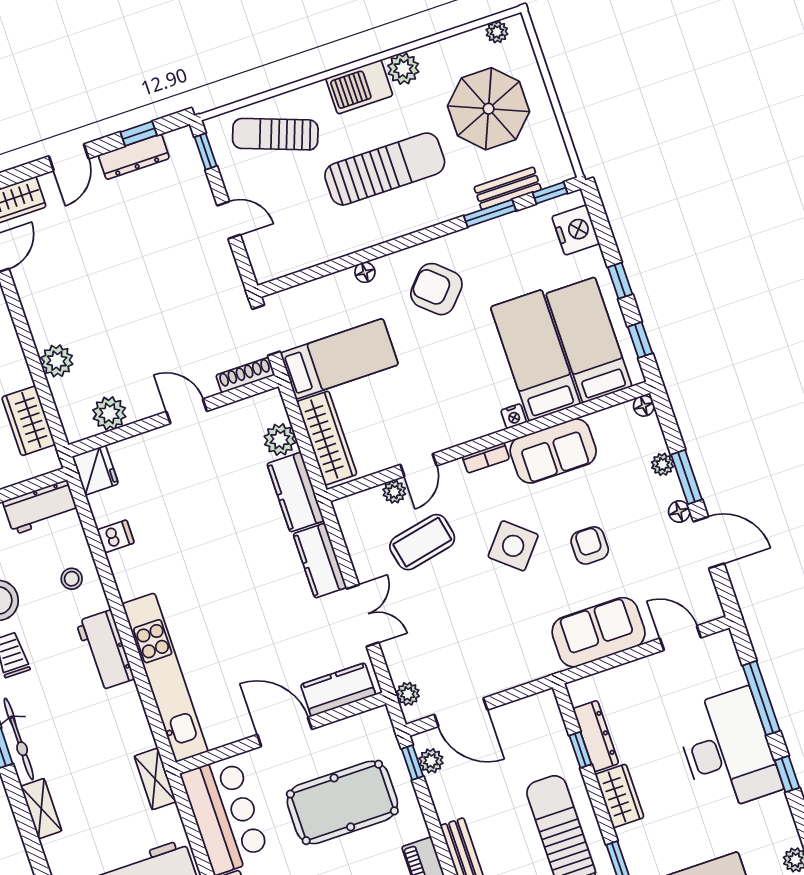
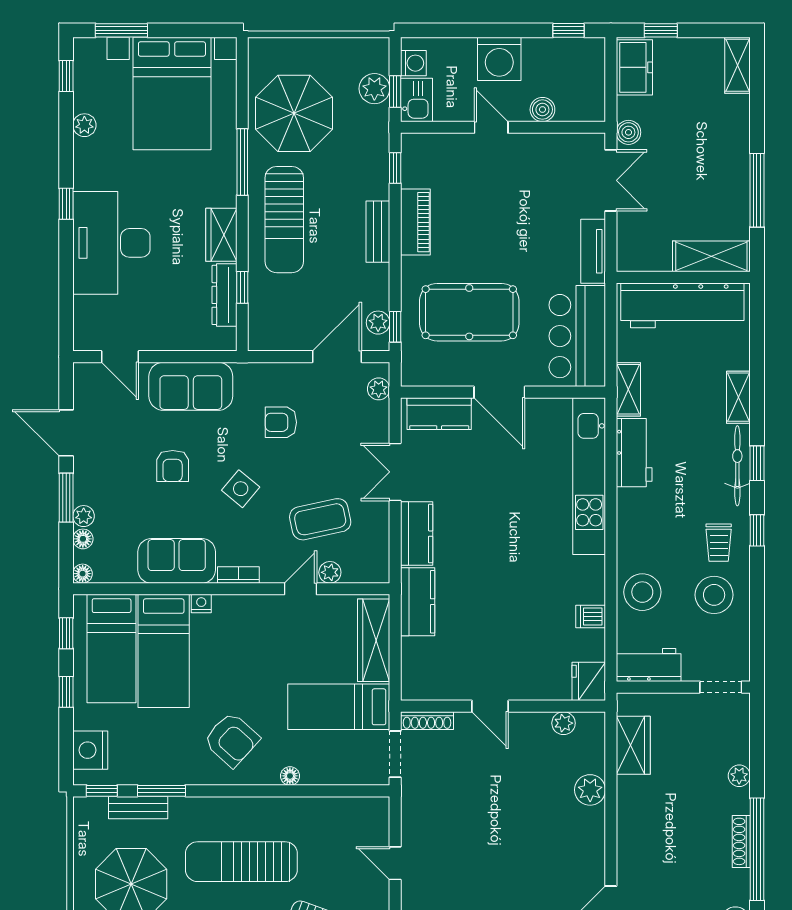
plant: (109, 413) -> (564, 723), width x0.73, depth x0.73
plant: (280, 440) -> (416, 653), removed
floor lamp: (679, 511) -> (83, 539), moved
side table: (513, 546) -> (241, 489), width x0.73, depth x0.73
stool: (72, 579) -> (642, 592), width x1.89, depth x1.89
armchair: (495, 627) -> (281, 422), added
workbench: (105, 650) -> (634, 453), moved
window: (761, 698) -> (66, 279), removed
door: (461, 712) -> (337, 357), hinge flipped

